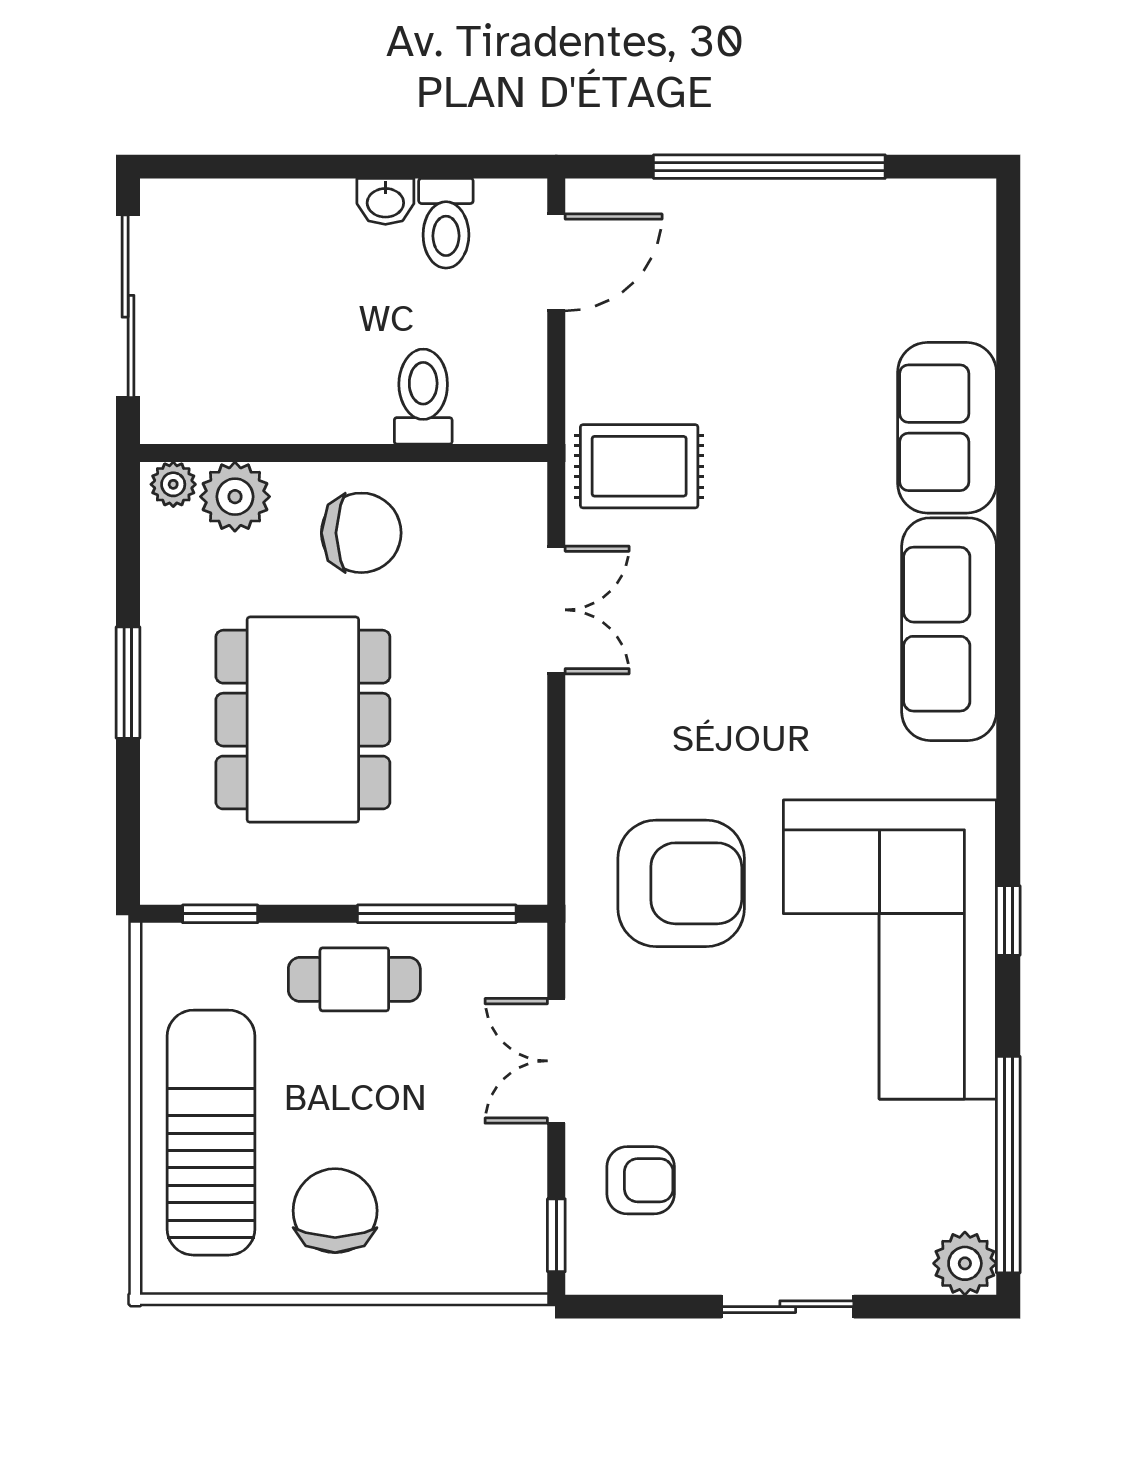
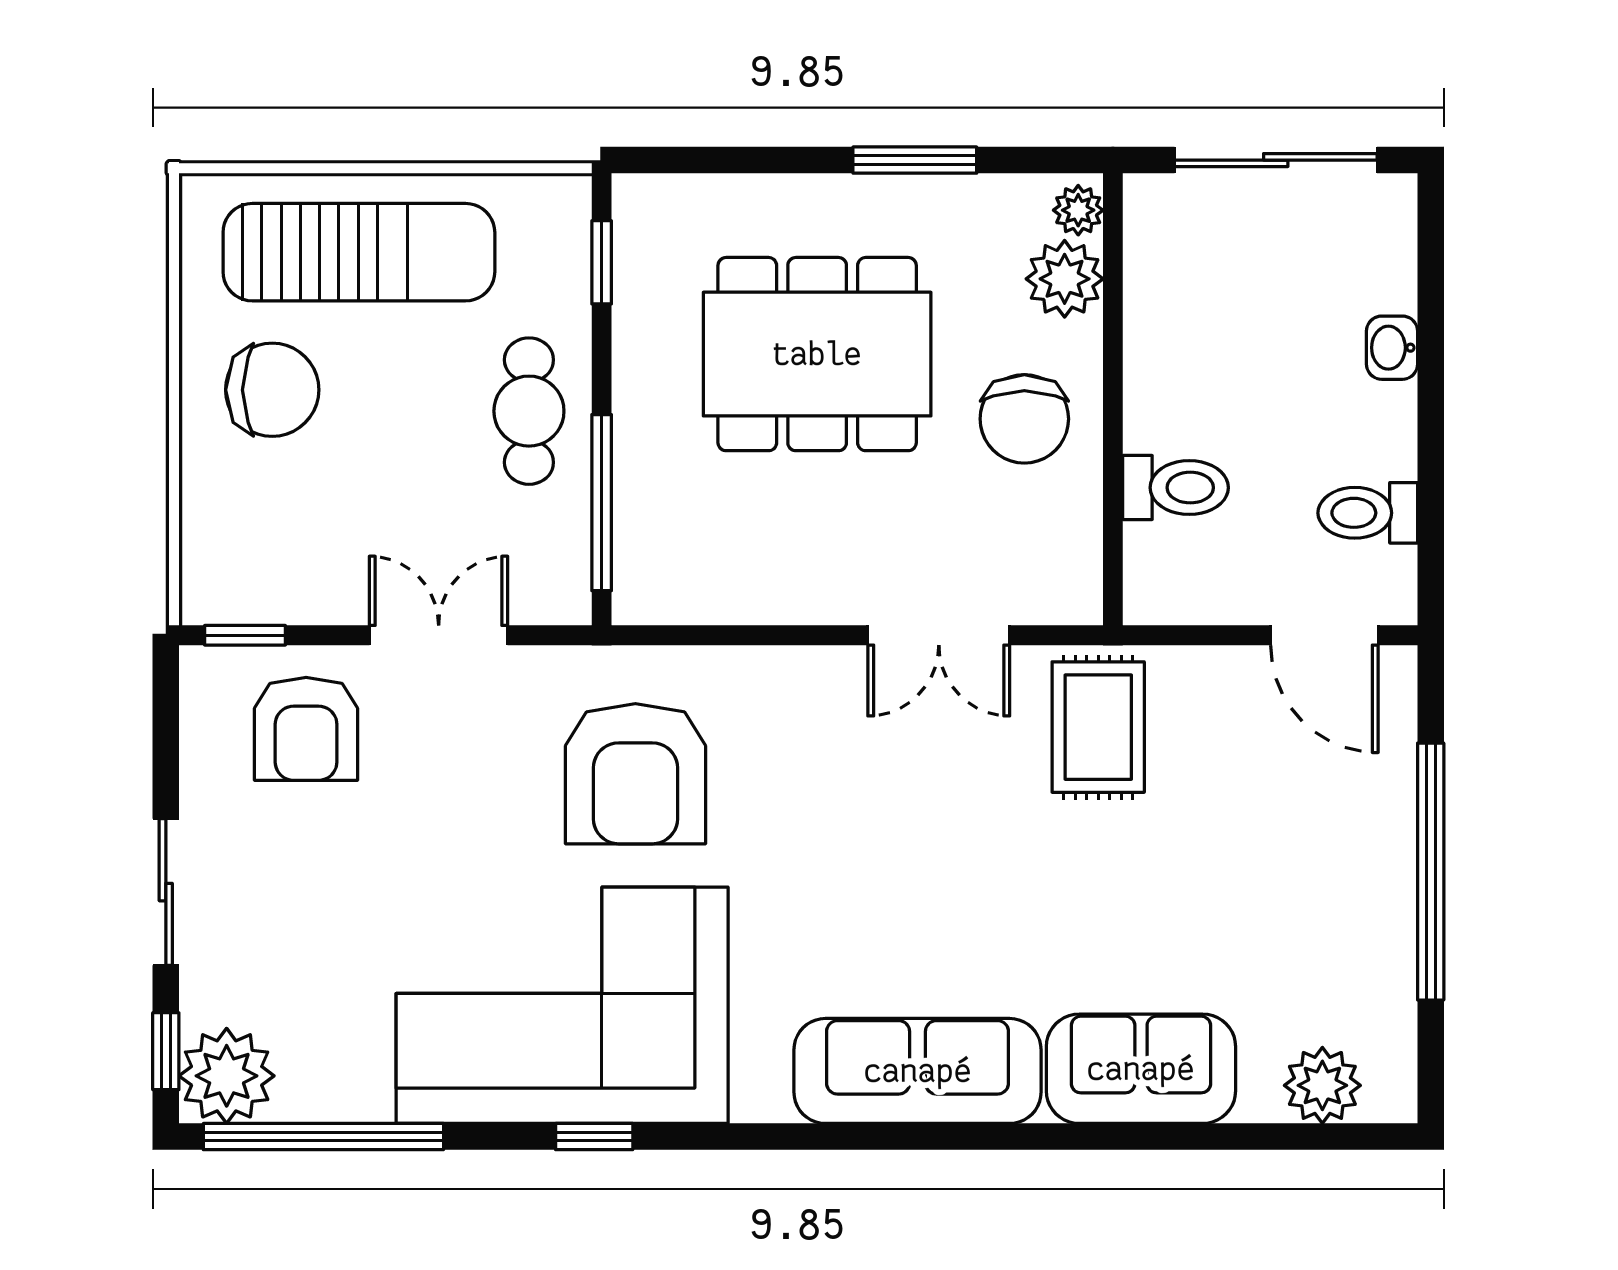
washbasin: (385, 201) -> (1392, 348), moved
plant: (962, 264) -> (1322, 1085), added
window: (128, 683) -> (915, 160), moved
armchair: (641, 1180) -> (306, 729), width x1.38, depth x1.38
plant: (965, 1263) -> (227, 1076), width x1.36, depth x1.36
window: (931, 1307) -> (166, 1051), added

